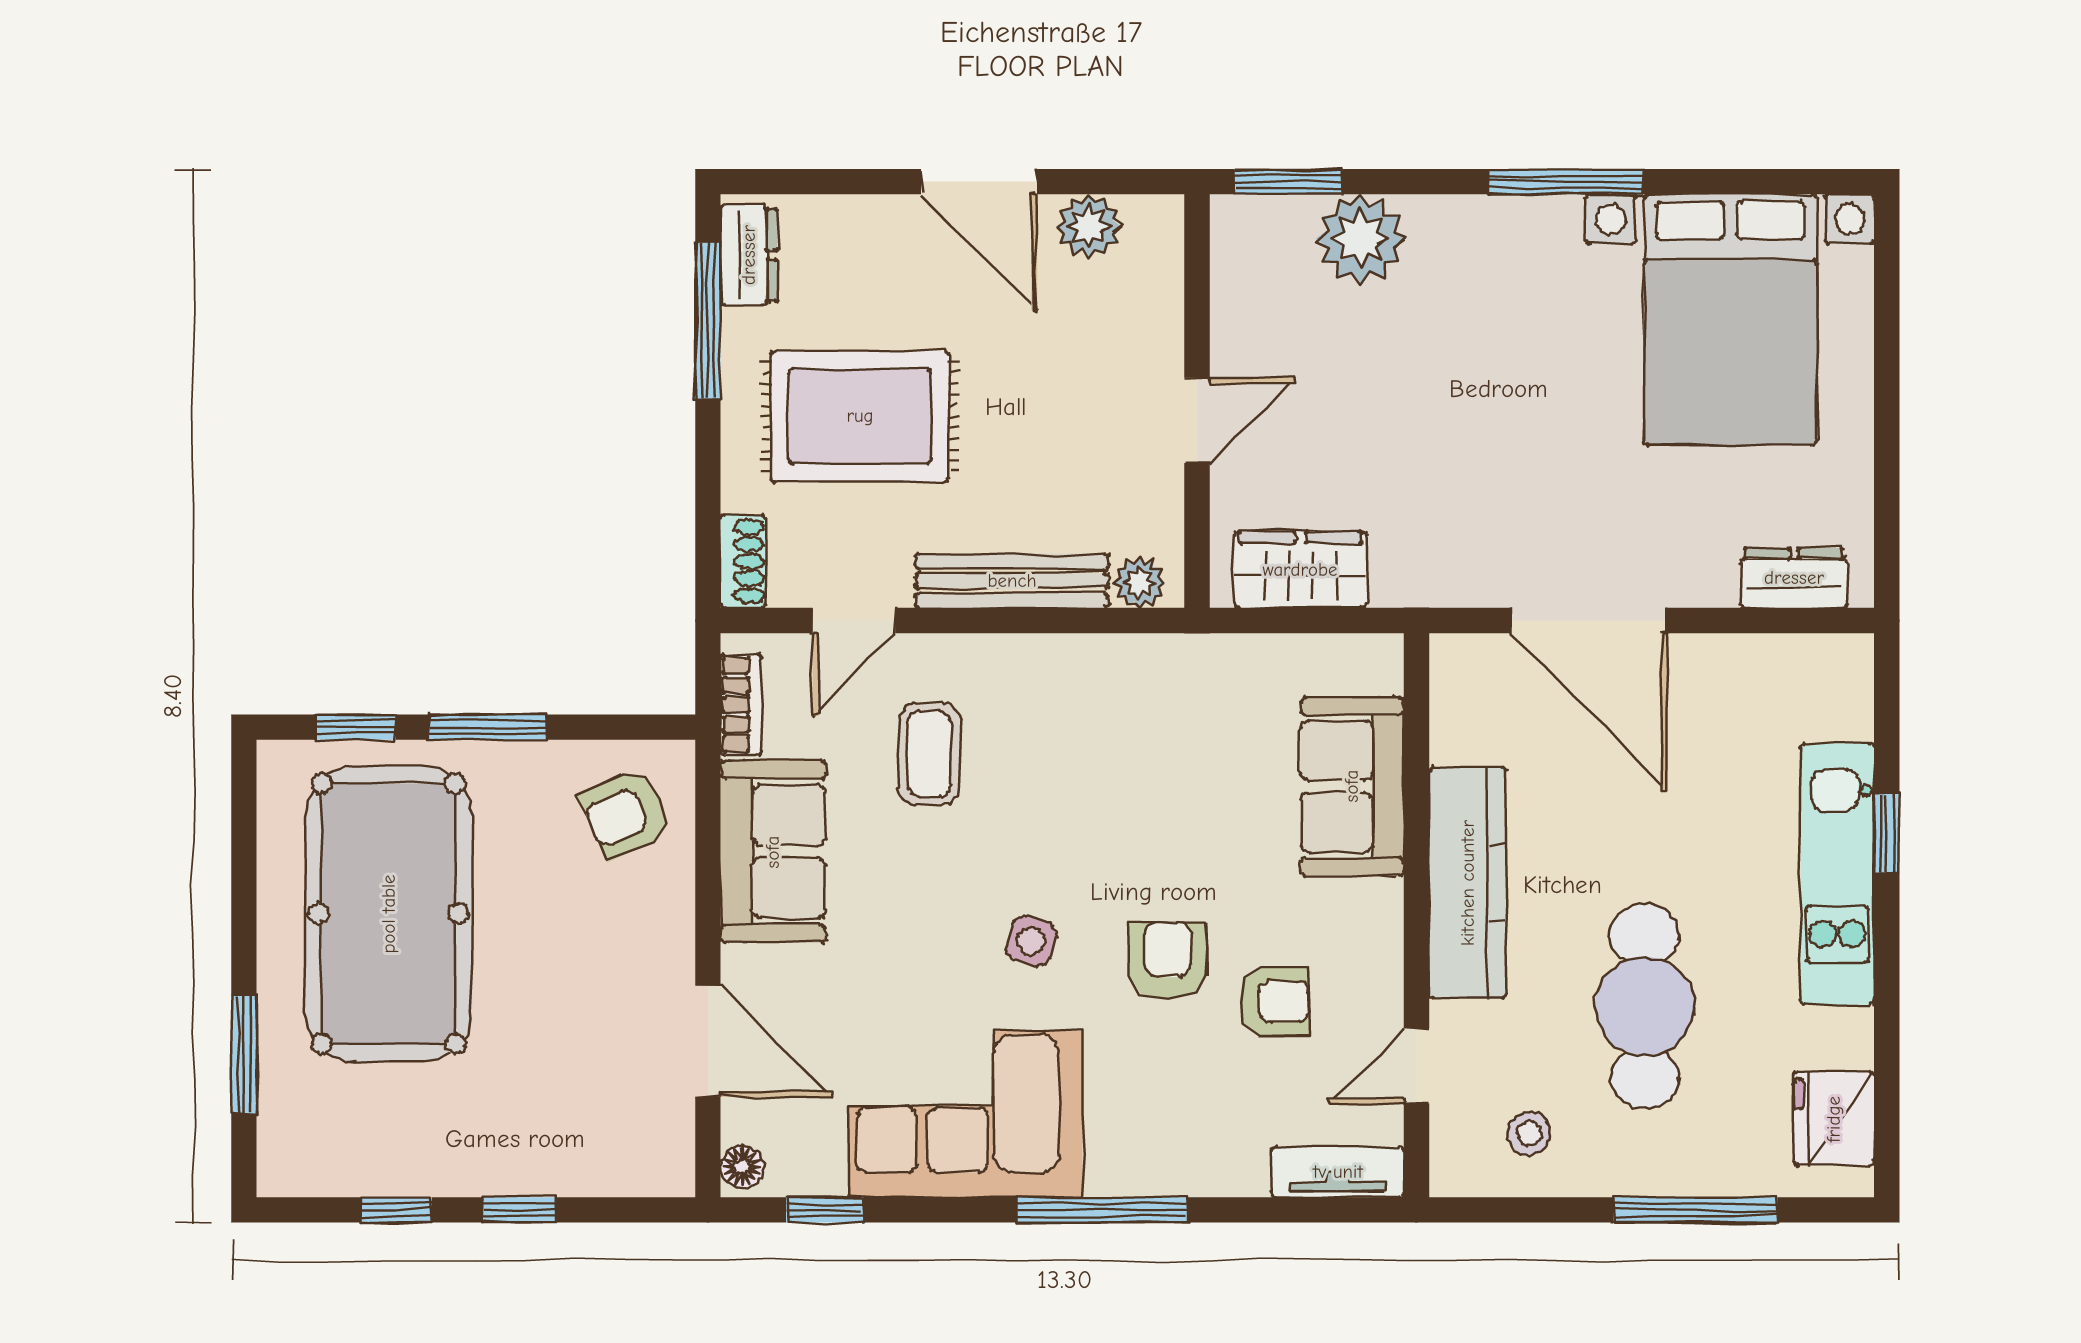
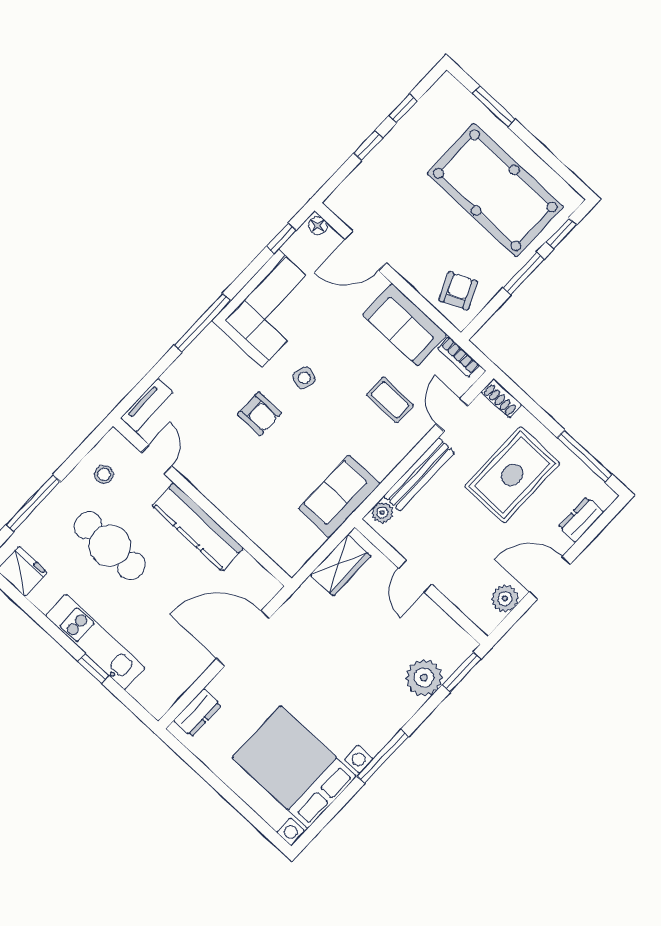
dresser: (749, 255) -> (581, 520), moved, turned 90
sofa: (1352, 786) -> (339, 496), moved, turned -90
armchair: (1274, 1002) -> (217, 434), removed

